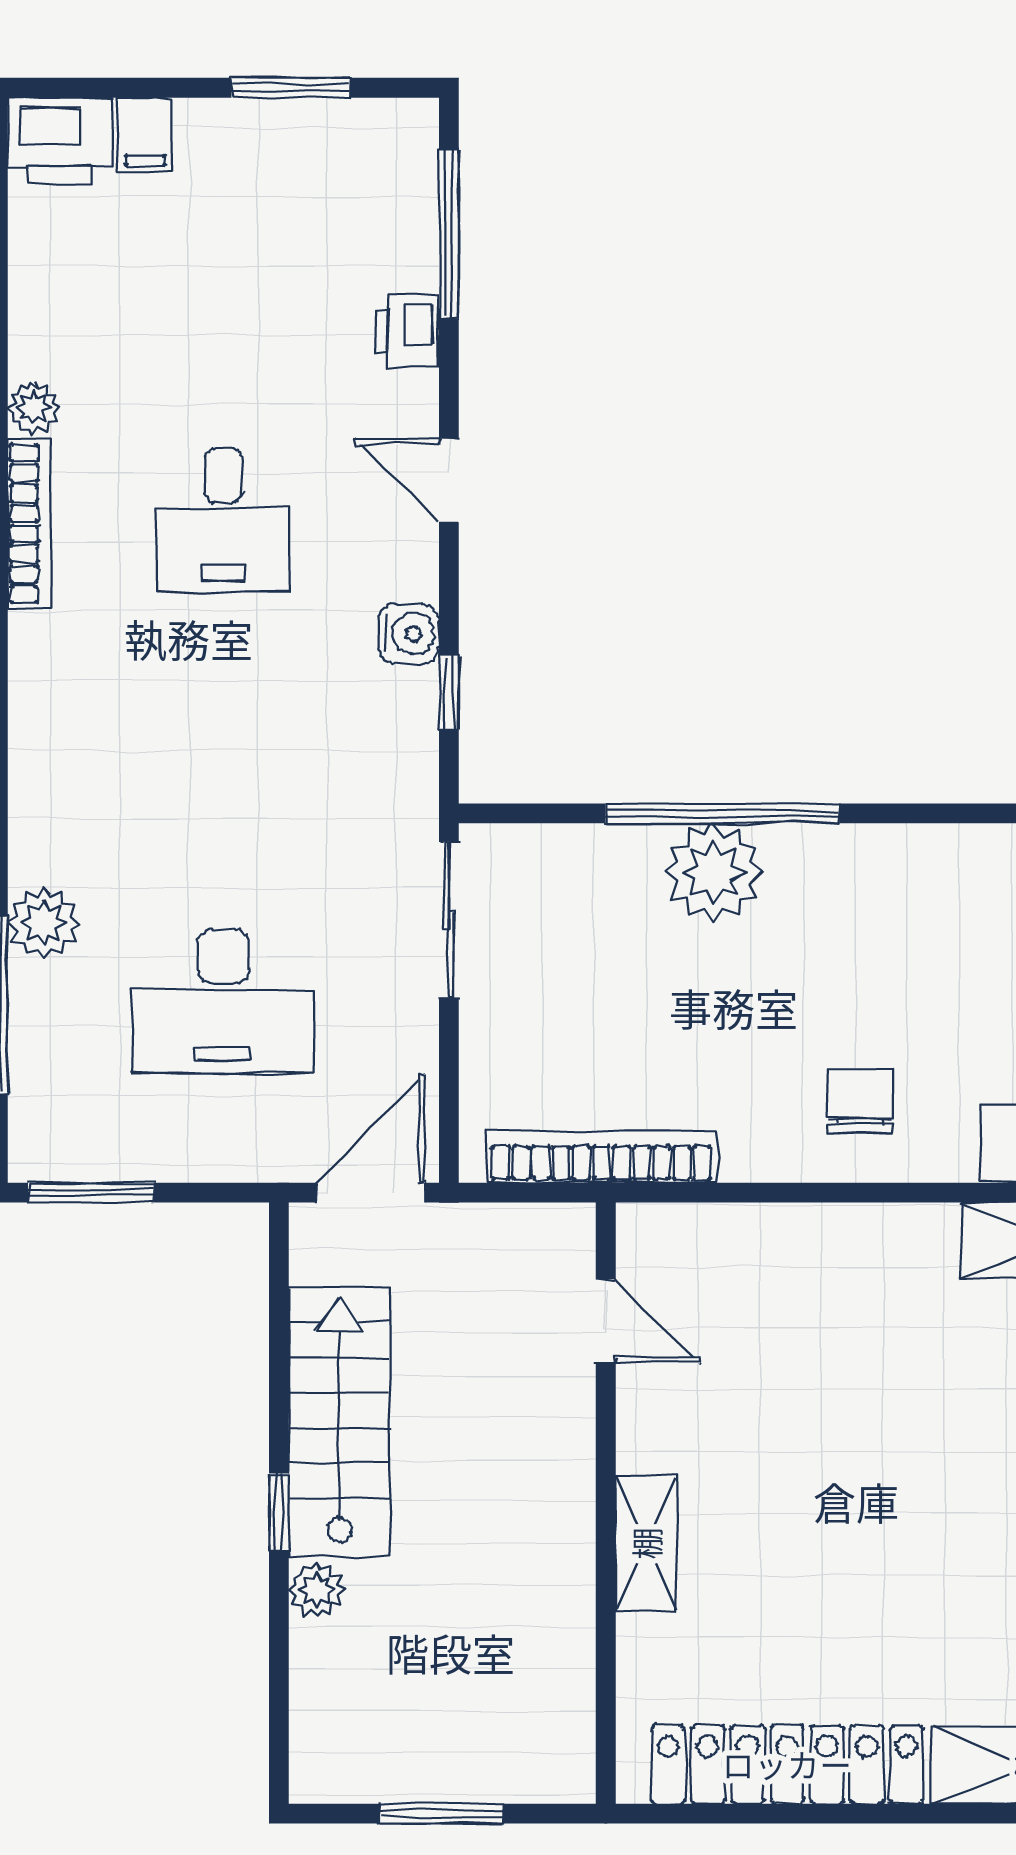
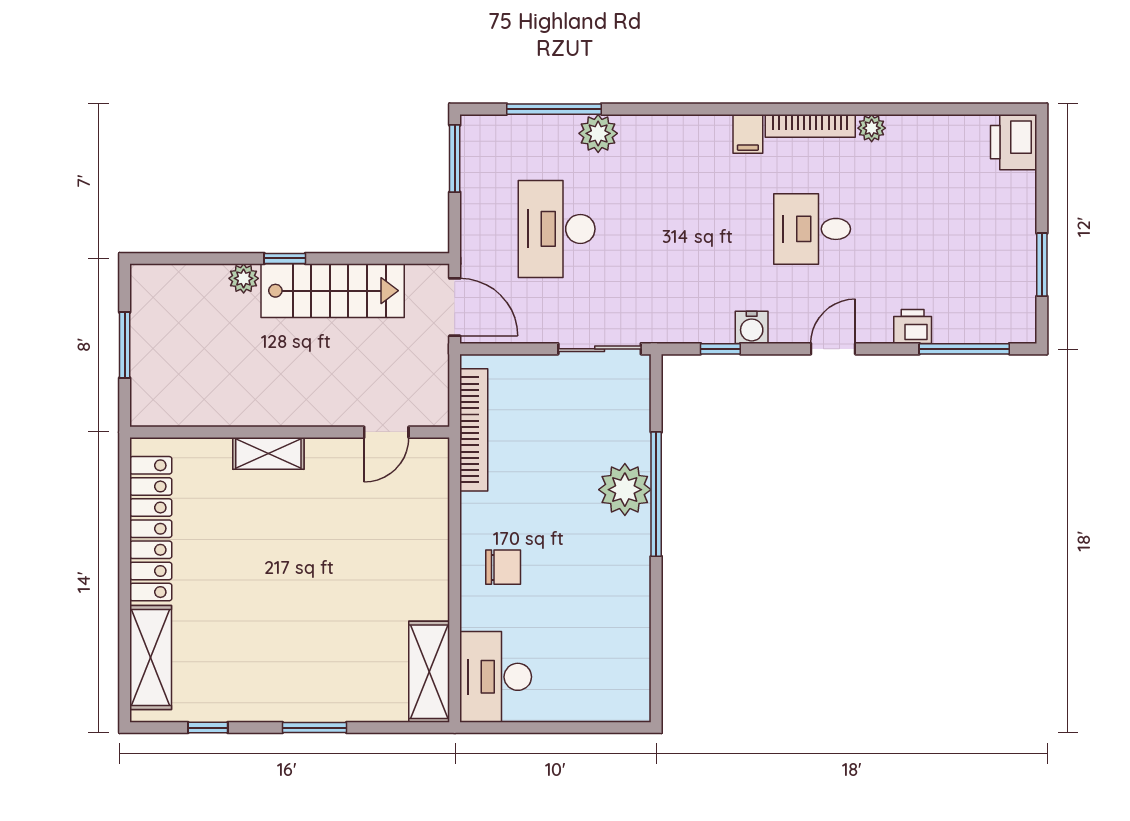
filing cabinet: (145, 134) -> (748, 134), moved, turned -90

